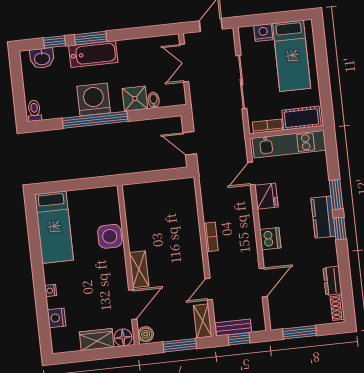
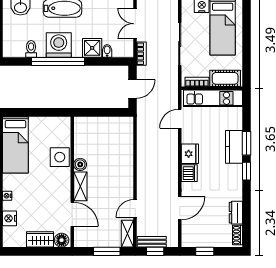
toilet: (34, 111) -> (31, 49), moved
door: (190, 143) -> (133, 89), swing flipped
fridge: (266, 196) -> (190, 154), moved
kitchen counter: (323, 217) -> (234, 147), moved
bookcase: (211, 237) -> (141, 54), moved
door: (133, 305) -> (72, 214), hinge flipped
window: (300, 332) -> (205, 251), width x0.67
boiler: (146, 334) -> (80, 164), moved

